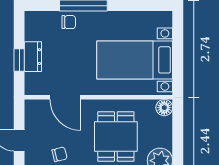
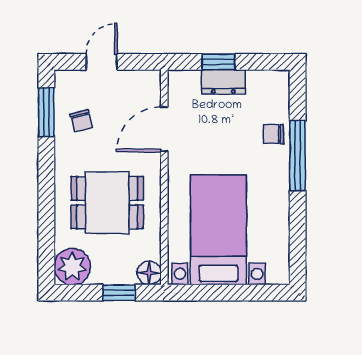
chair: (69, 22) -> (274, 134), turned 90
window: (178, 128) -> (119, 293), added

